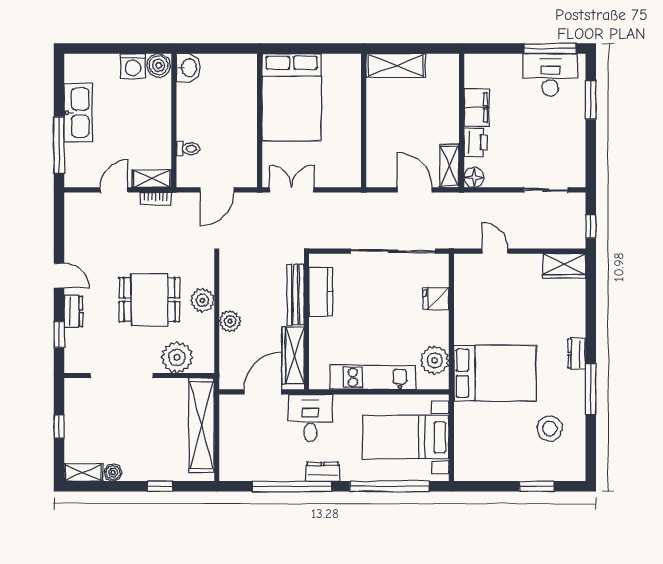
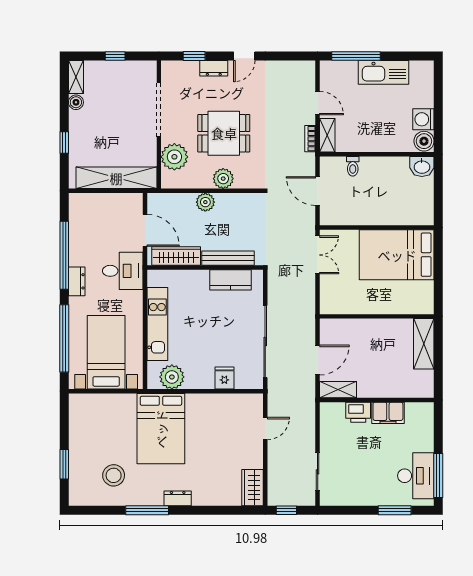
floor lamp: (474, 177) -> (328, 411), removed
dining table: (149, 300) -> (224, 133), turned 90

